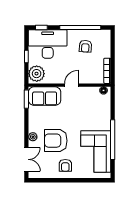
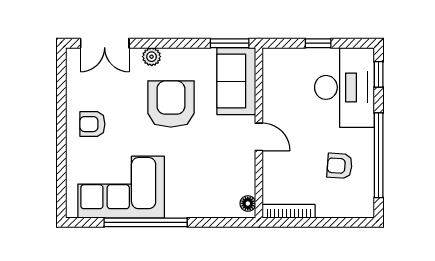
plant: (37, 74) -> (283, 64), removed
armchair: (56, 141) -> (171, 104), moved

